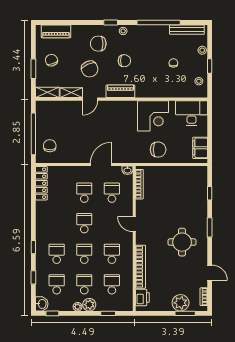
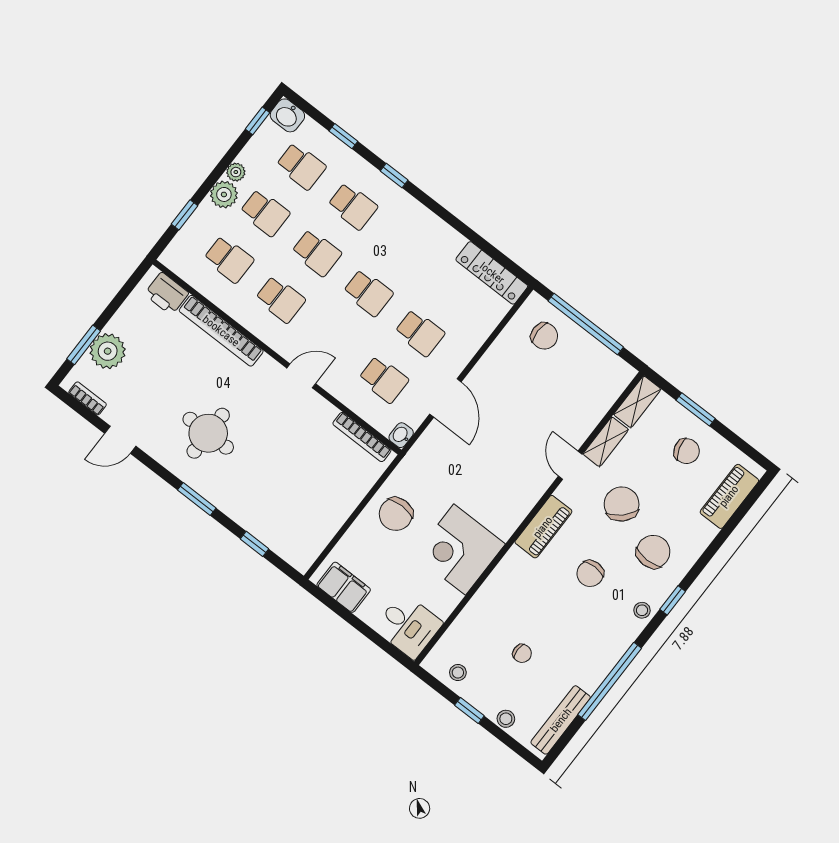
chair: (90, 69) -> (622, 504), turned 71
desk: (192, 113) -> (408, 626), width x0.73

